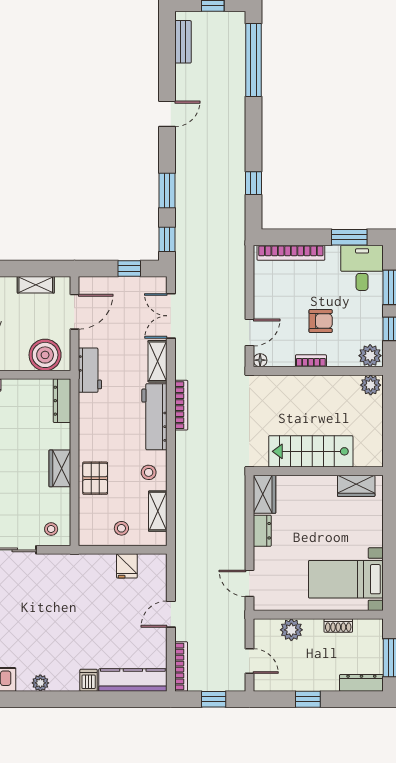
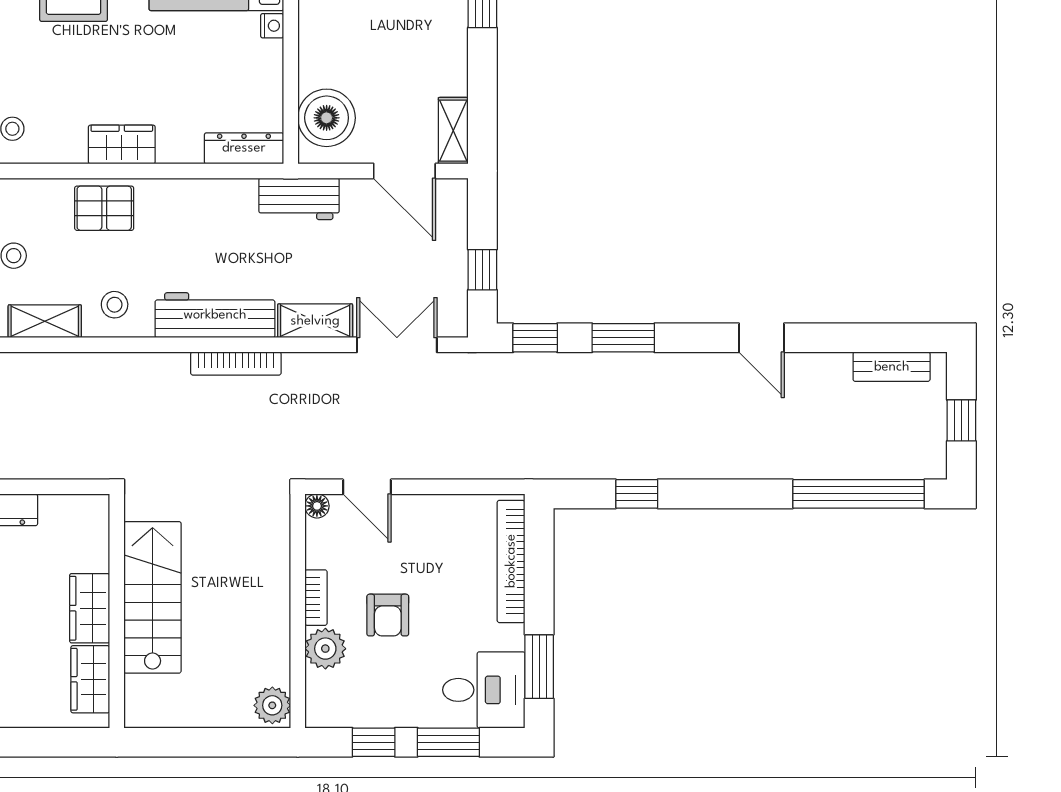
shelving: (36, 285) -> (453, 131), moved
plant: (370, 356) -> (325, 649), moved
wardrobe: (265, 494) -> (90, 608), moved, turned 90

